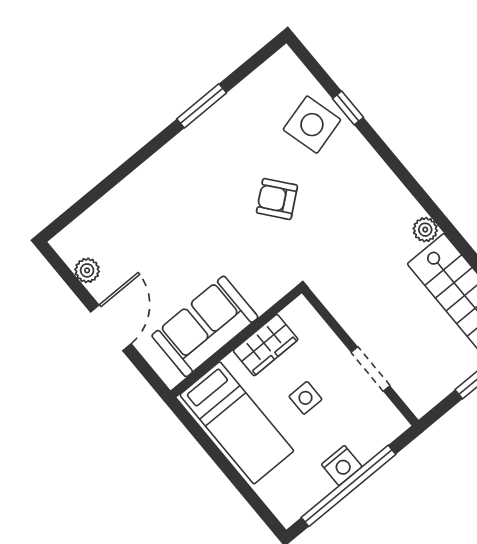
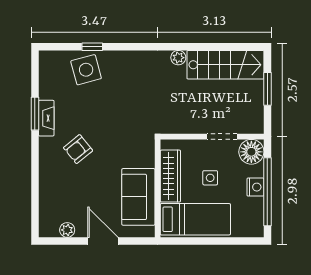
fireplace: (208, 125) -> (46, 118), added
armchair: (277, 199) -> (78, 149), moved
wardrobe: (266, 345) -> (170, 176), width x1.50
floor lamp: (382, 423) -> (251, 152), added

